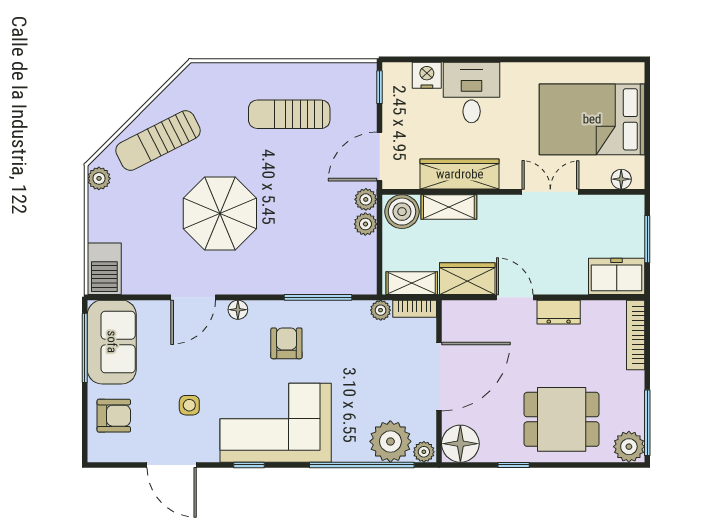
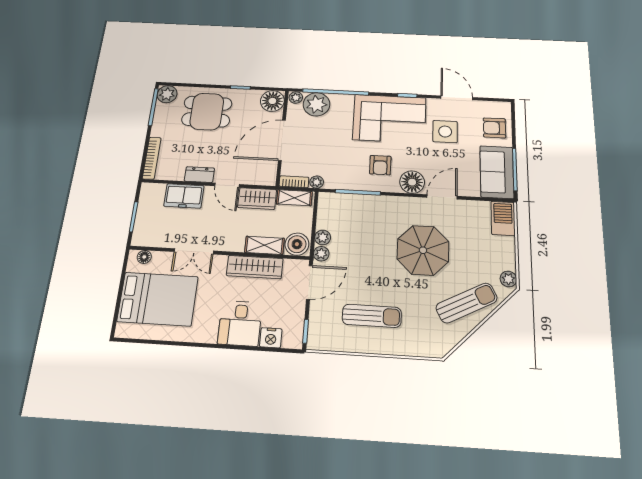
freezer: (617, 276) -> (184, 196), moved
floor lamp: (238, 310) -> (412, 182), width x1.89, depth x1.89
side table: (189, 405) -> (445, 132), width x1.87, depth x1.87

